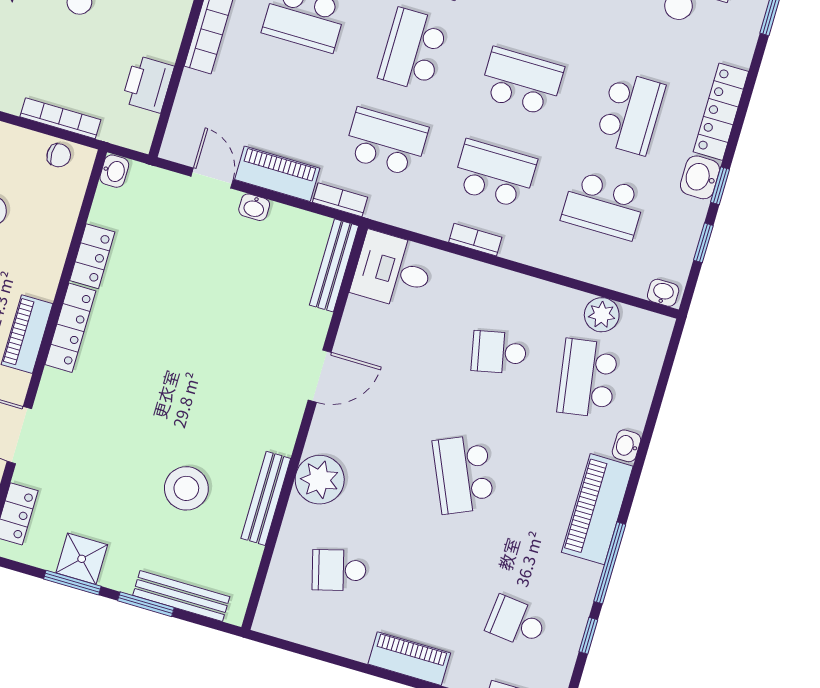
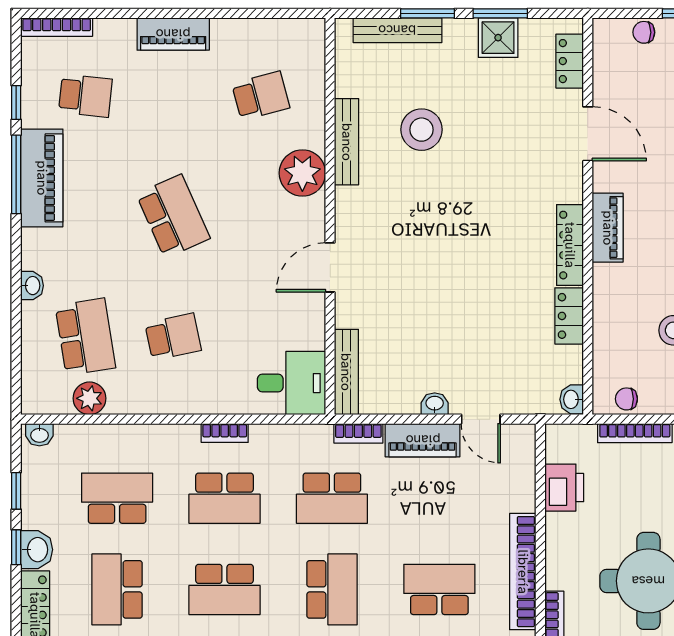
piano: (597, 509) -> (42, 178), moved

